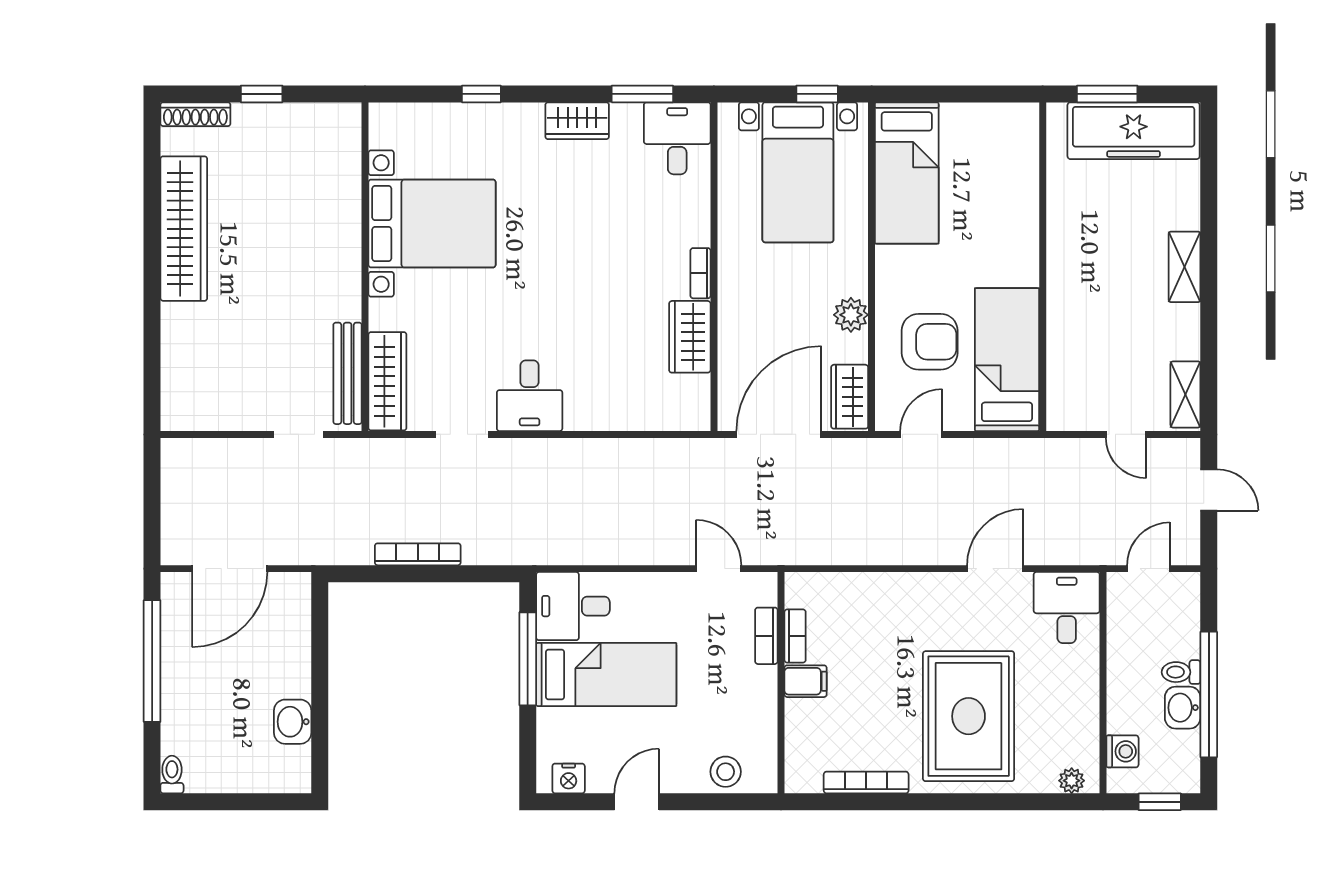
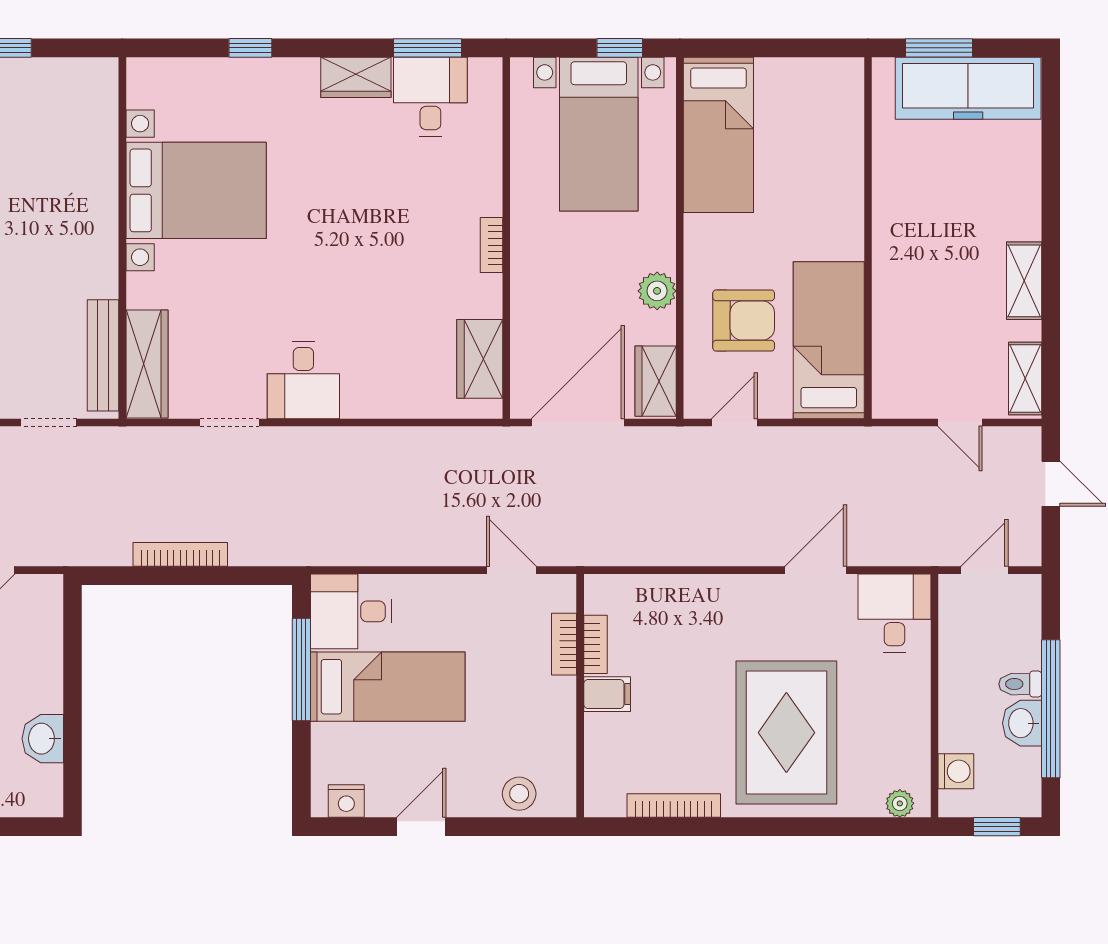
desk: (677, 138) -> (430, 97), moved
shelving: (1184, 267) -> (1024, 281), moved
wardrobe: (690, 337) -> (480, 359), moved

